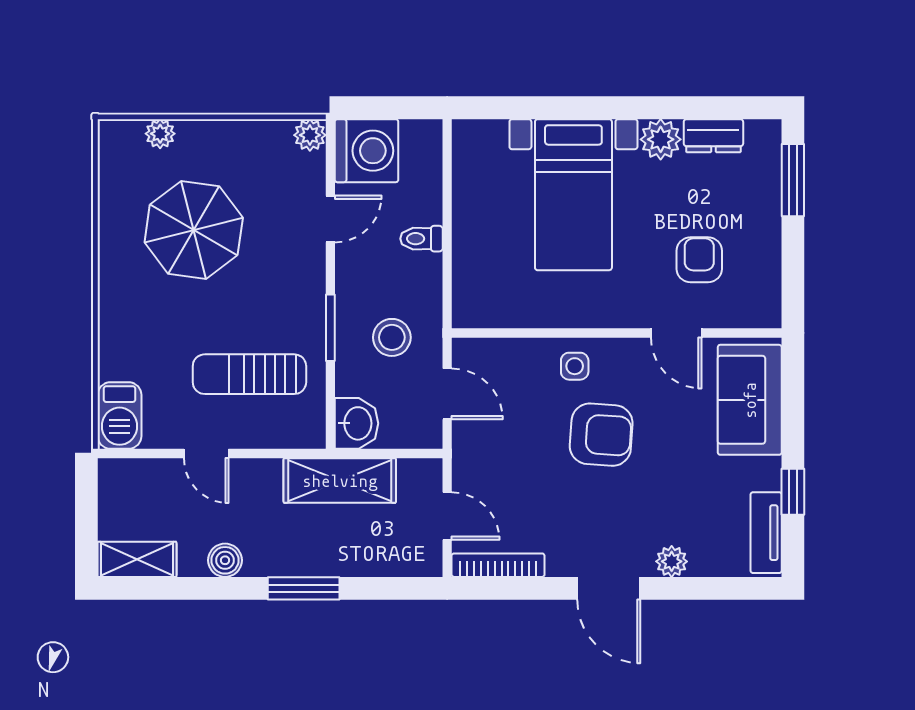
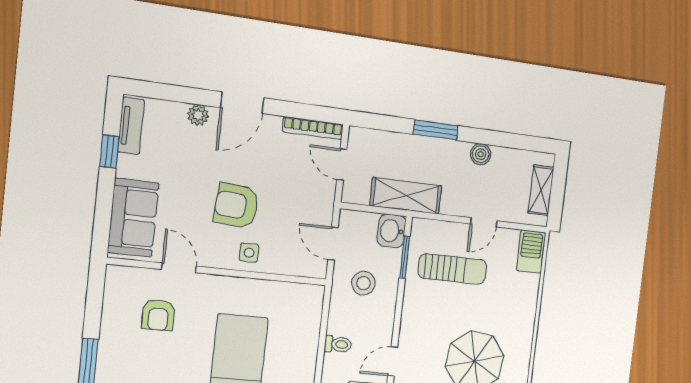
window: (330, 328) -> (405, 257), moved
door: (206, 454) -> (484, 222), swing flipped
shelving: (137, 559) -> (541, 190), moved, turned 90
door: (609, 588) -> (242, 103), swing flipped

